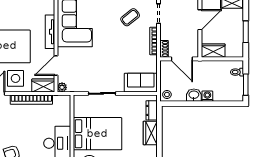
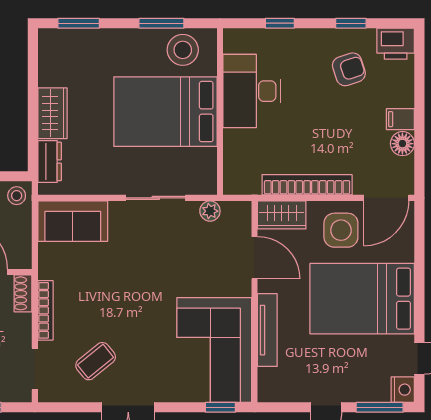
door: (56, 66) -> (255, 258), hinge flipped
plant: (62, 87) -> (210, 211), moved

